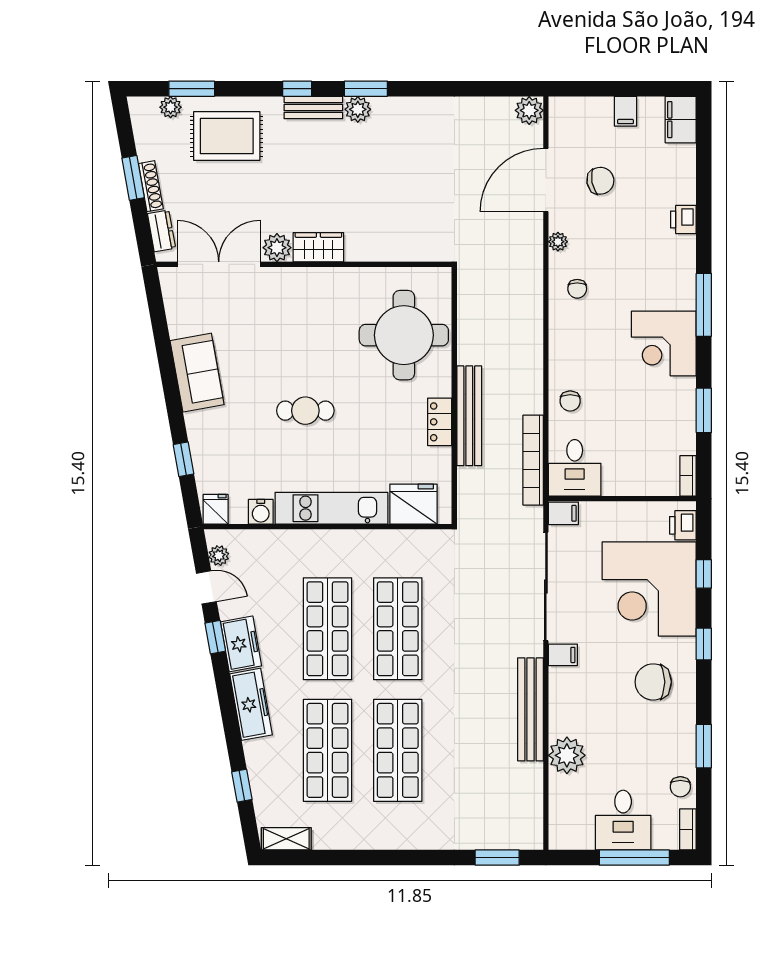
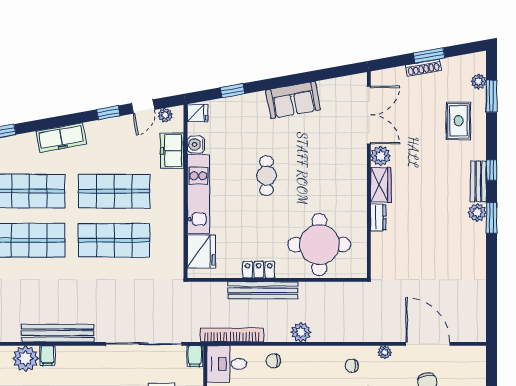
plant: (529, 110) -> (301, 332), moved
rug: (227, 136) -> (458, 121), width x0.73, depth x0.70
dresser: (161, 231) -> (378, 217), moved, turned -80
freezer: (241, 644) -> (172, 151), moved, turned 100
filing cabinet: (563, 655) -> (47, 356), moved

